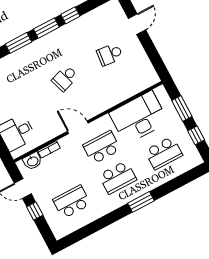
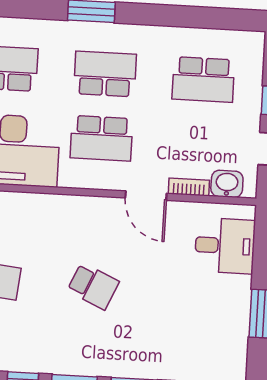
school desk: (65, 78) -> (93, 286), turned 42
door: (78, 127) -> (146, 196), moved

